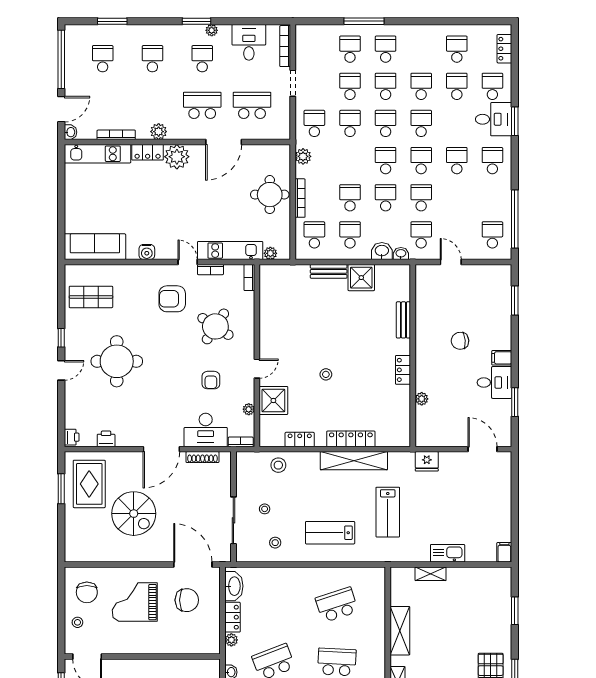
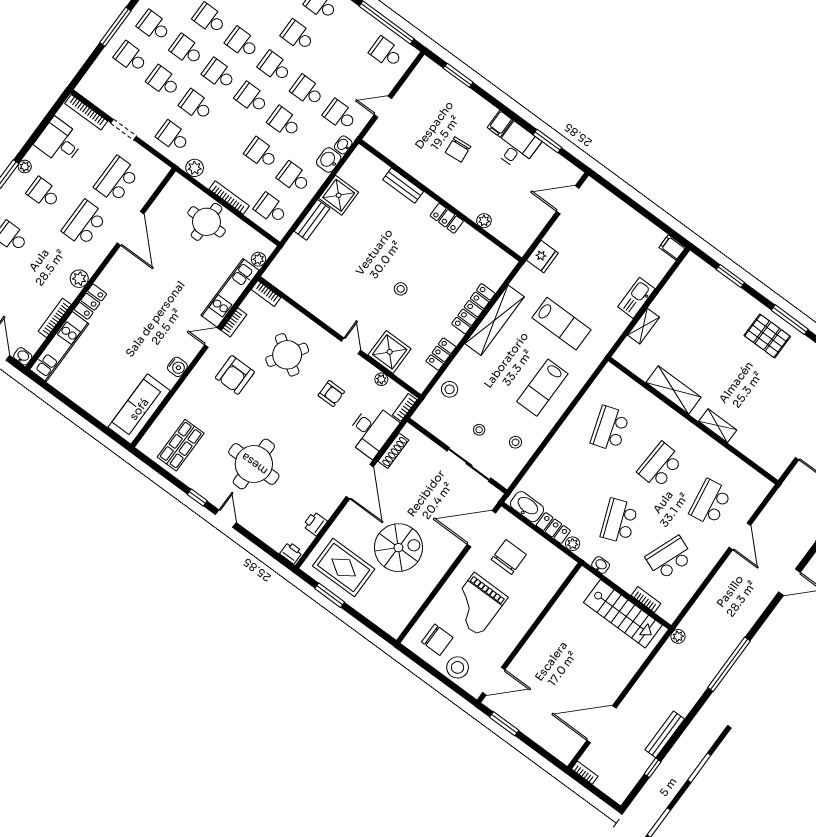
plant: (177, 157) -> (113, 279), removed
stool: (77, 622) -> (458, 667), width x1.89, depth x1.89

